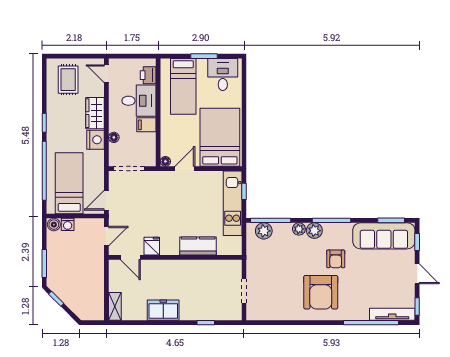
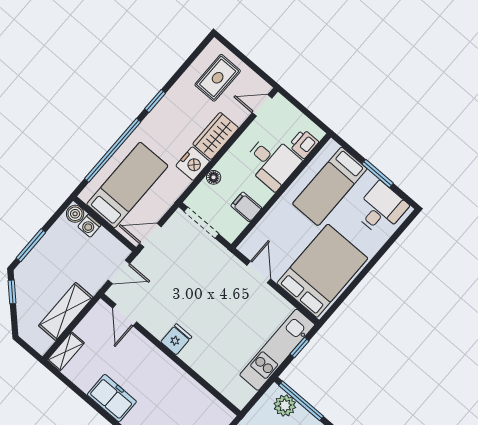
door: (106, 74) -> (262, 105), hinge flipped
filing cabinet: (146, 125) -> (246, 207), moved
floor lamp: (165, 161) -> (245, 247), removed
door: (185, 169) -> (259, 272), hinge flipped
fridge: (152, 246) -> (176, 339), moved
kitchen counter: (198, 246) -> (204, 363), removed
shelving: (96, 284) -> (66, 311), added

